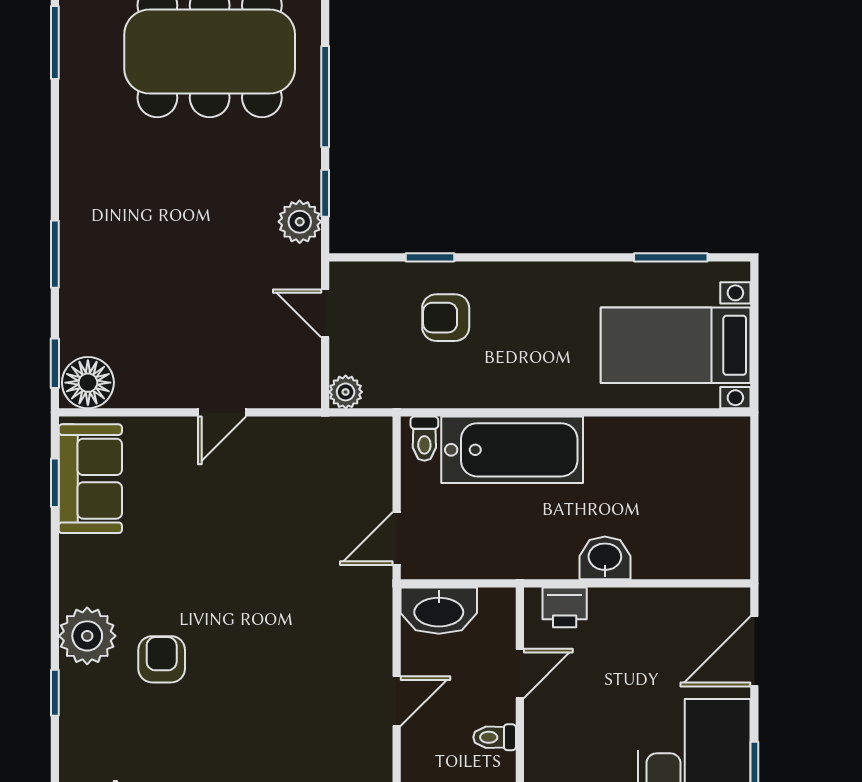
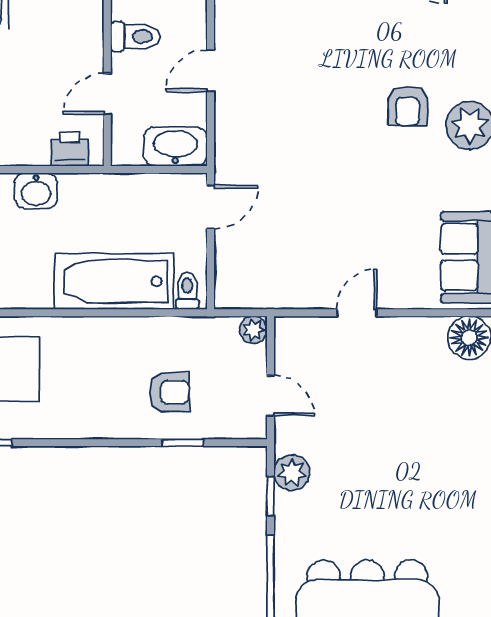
toilet: (495, 737) -> (135, 36), width x1.37, depth x1.39

